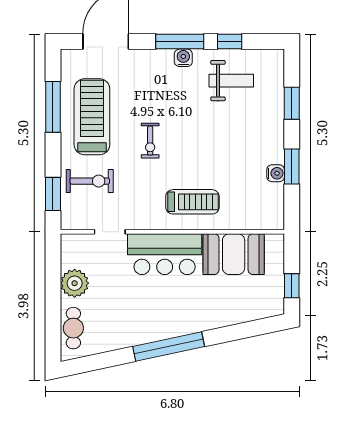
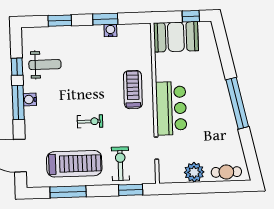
weight bench: (231, 81) -> (45, 65), turned 90
treadmill: (92, 117) -> (74, 164), turned 180
booth: (234, 254) -> (176, 37), moved, turned 90

